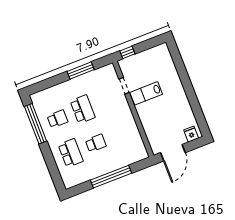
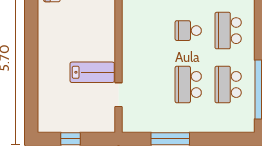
window: (127, 52) -> (71, 139), moved
school desk: (57, 119) -> (228, 84), width x1.85

